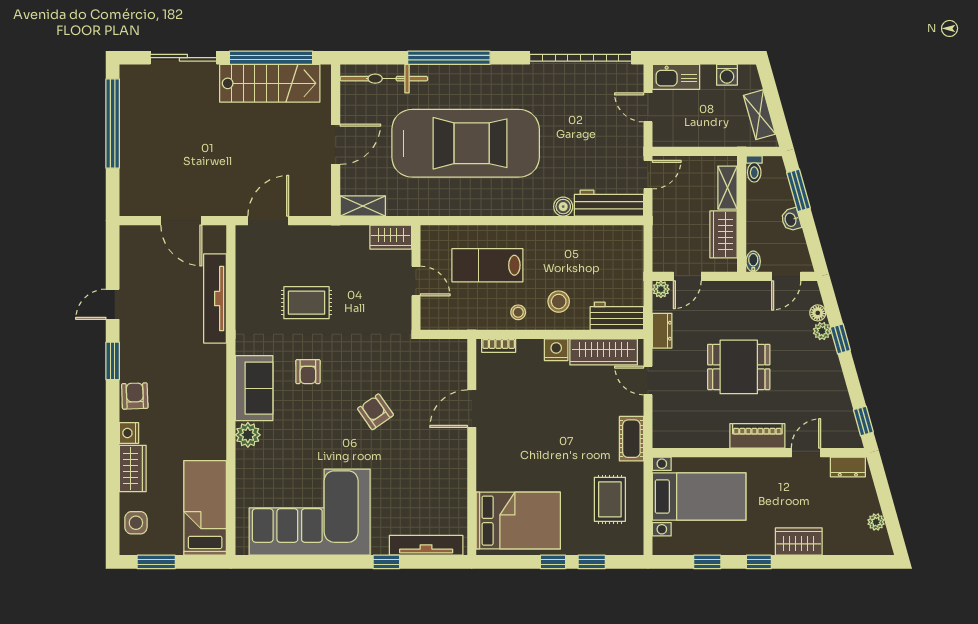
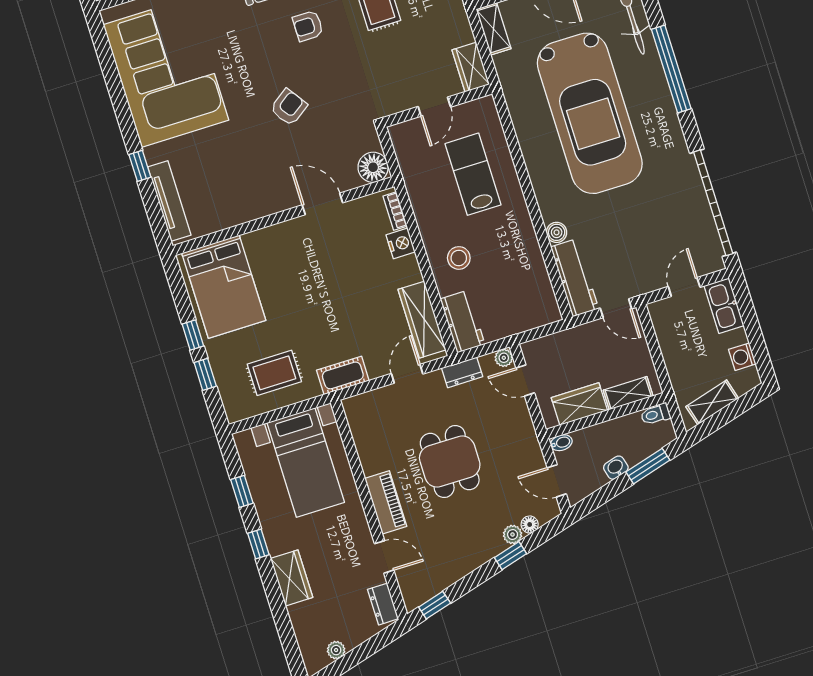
stool: (518, 312) -> (435, 220), removed
nightstand: (556, 350) -> (401, 243), moved
floor lamp: (453, 353) -> (373, 167), added

